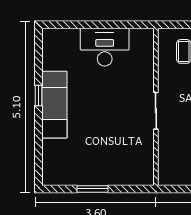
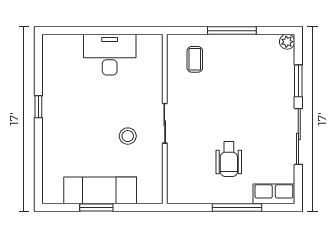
exam couch: (54, 105) -> (100, 190), moved, turned -90
stool: (121, 123) -> (128, 136), added

